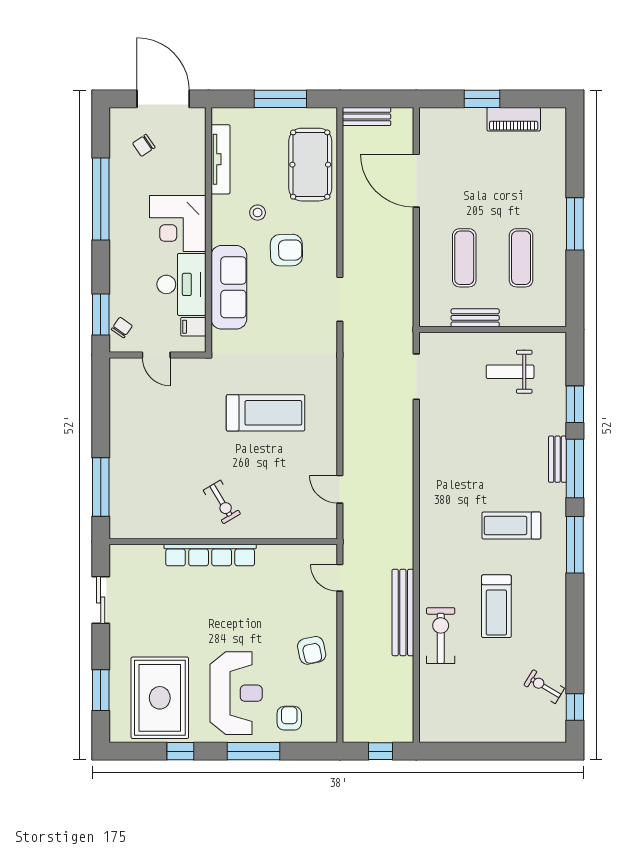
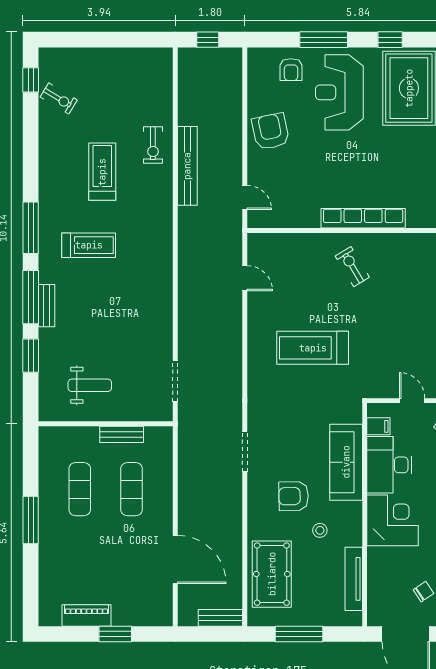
exercise bike: (441, 636) -> (153, 145), width x0.73, depth x0.72
armchair: (312, 650) -> (271, 131), width x1.38, depth x1.38

